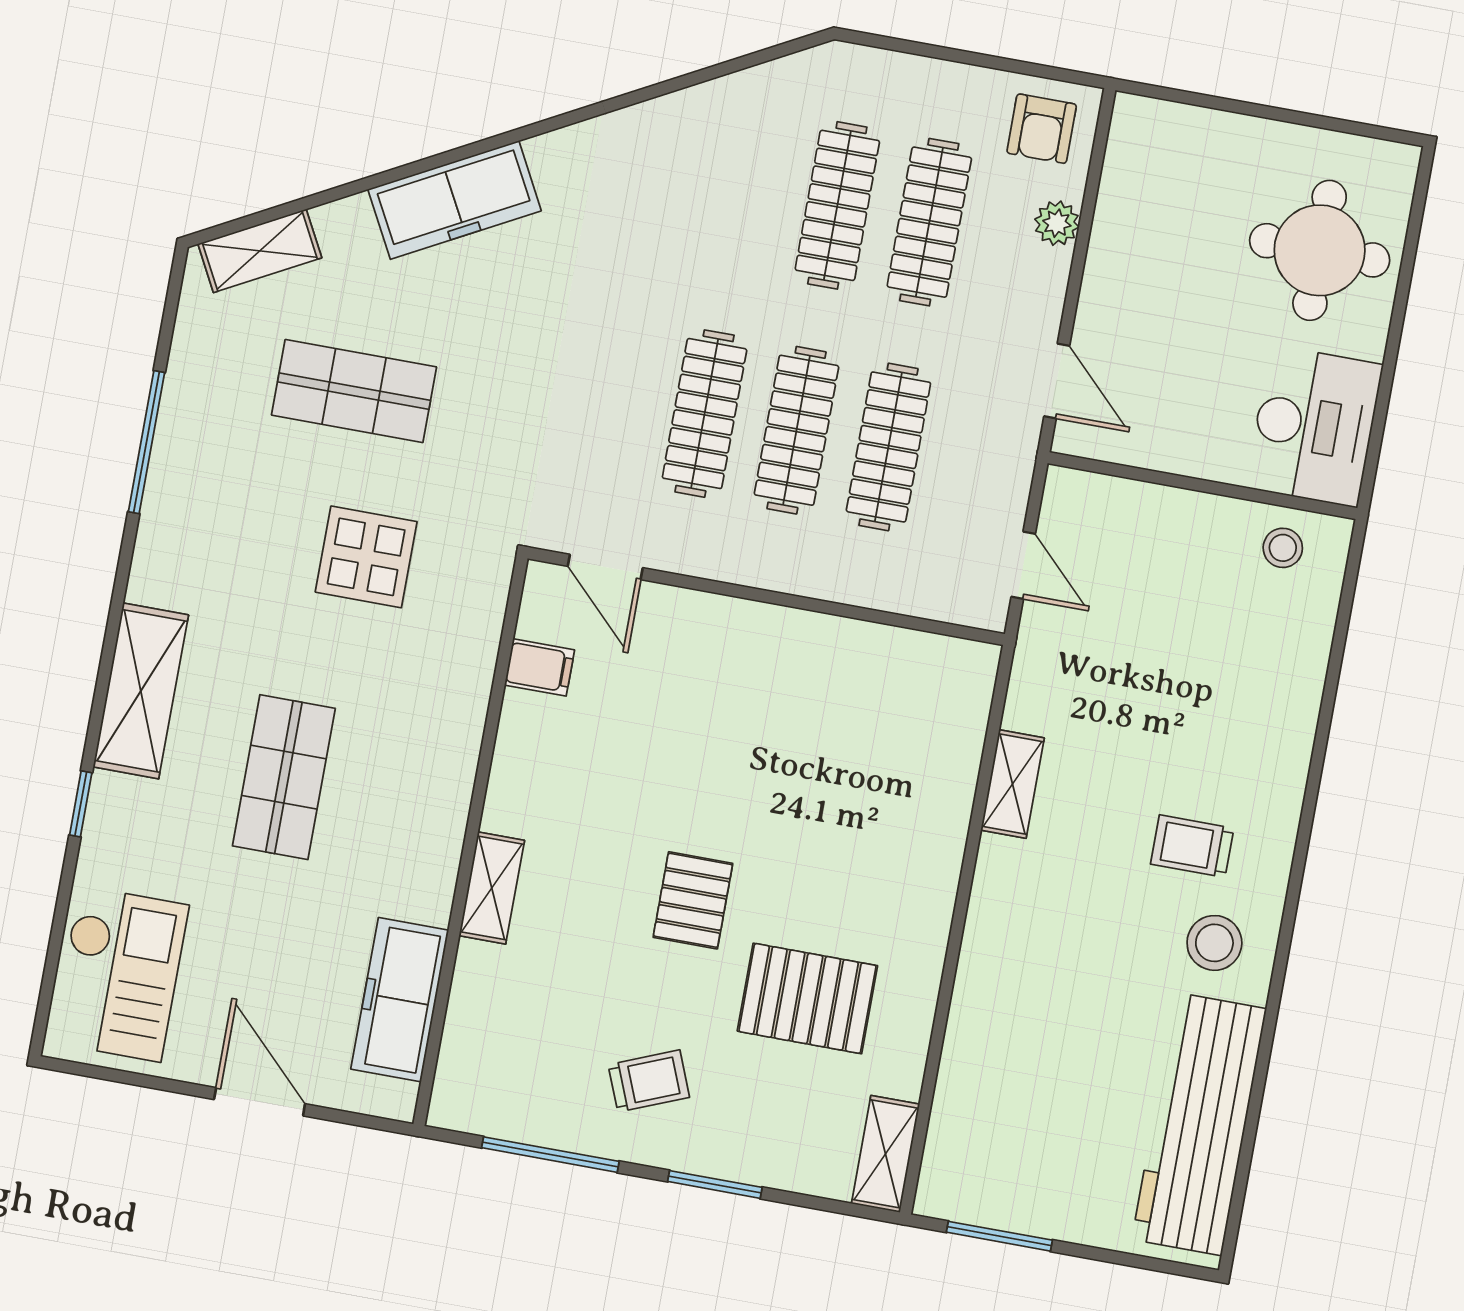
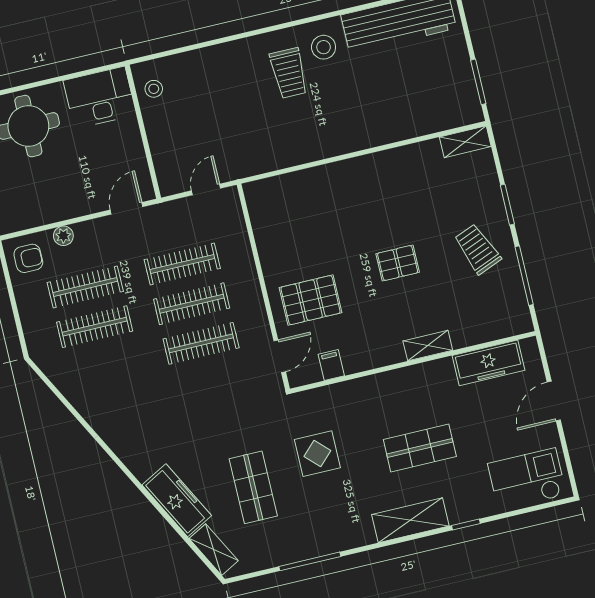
freezer: (455, 200) -> (177, 500), moved
shelving: (1013, 784) -> (295, 156), removed
trolley: (1192, 846) -> (289, 73), width x1.36, depth x1.39
pallet: (807, 998) -> (311, 300), moved, turned 90
trolley: (649, 1081) -> (477, 249), width x1.36, depth x1.39

